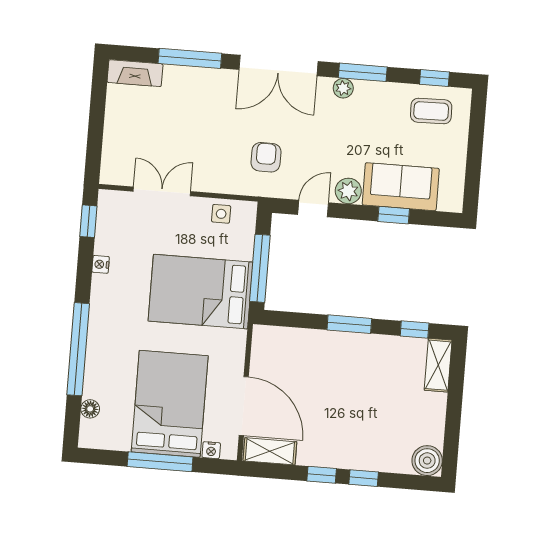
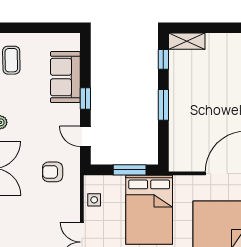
plant: (348, 191) -> (71, 113), removed
window: (394, 215) -> (85, 98), moved
window: (260, 268) -> (130, 170), width x0.69

